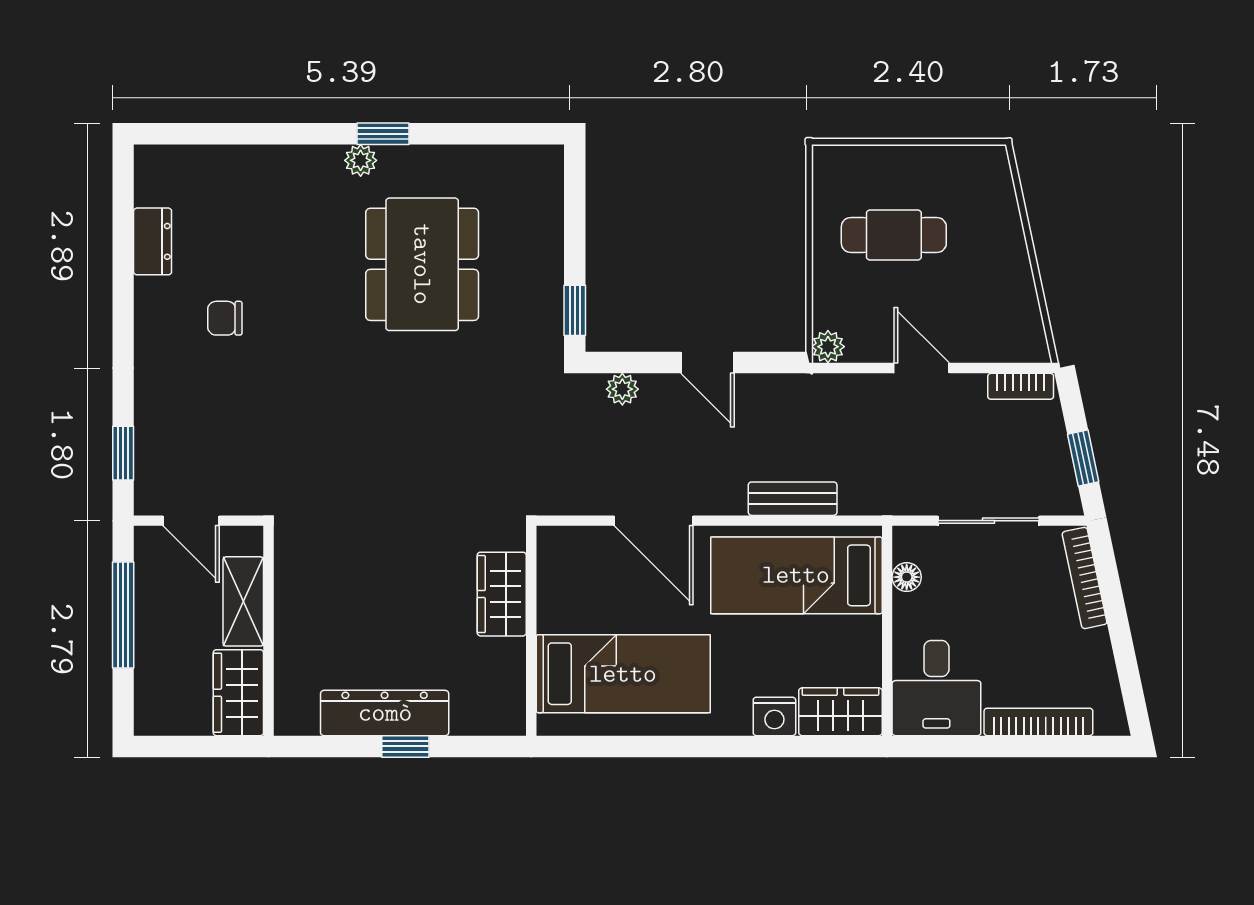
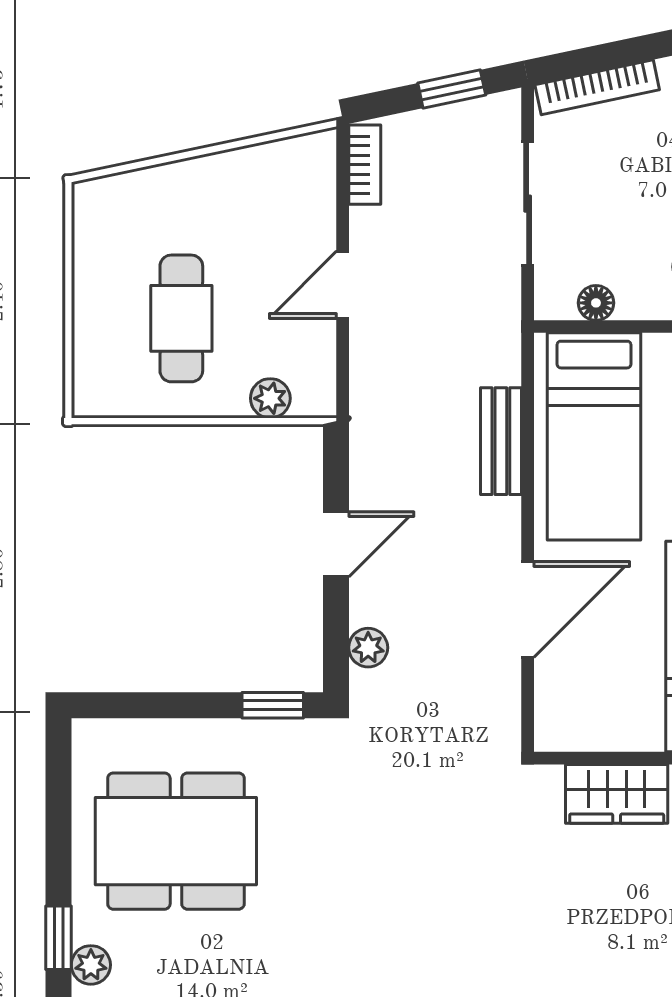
dining table: (422, 264) -> (176, 841), moved
plant: (828, 347) -> (270, 398), moved

